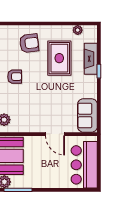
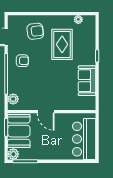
fireplace: (91, 59) -> (90, 45), removed
sofa: (87, 115) -> (87, 81), moved
door: (55, 134) -> (46, 112), moved

